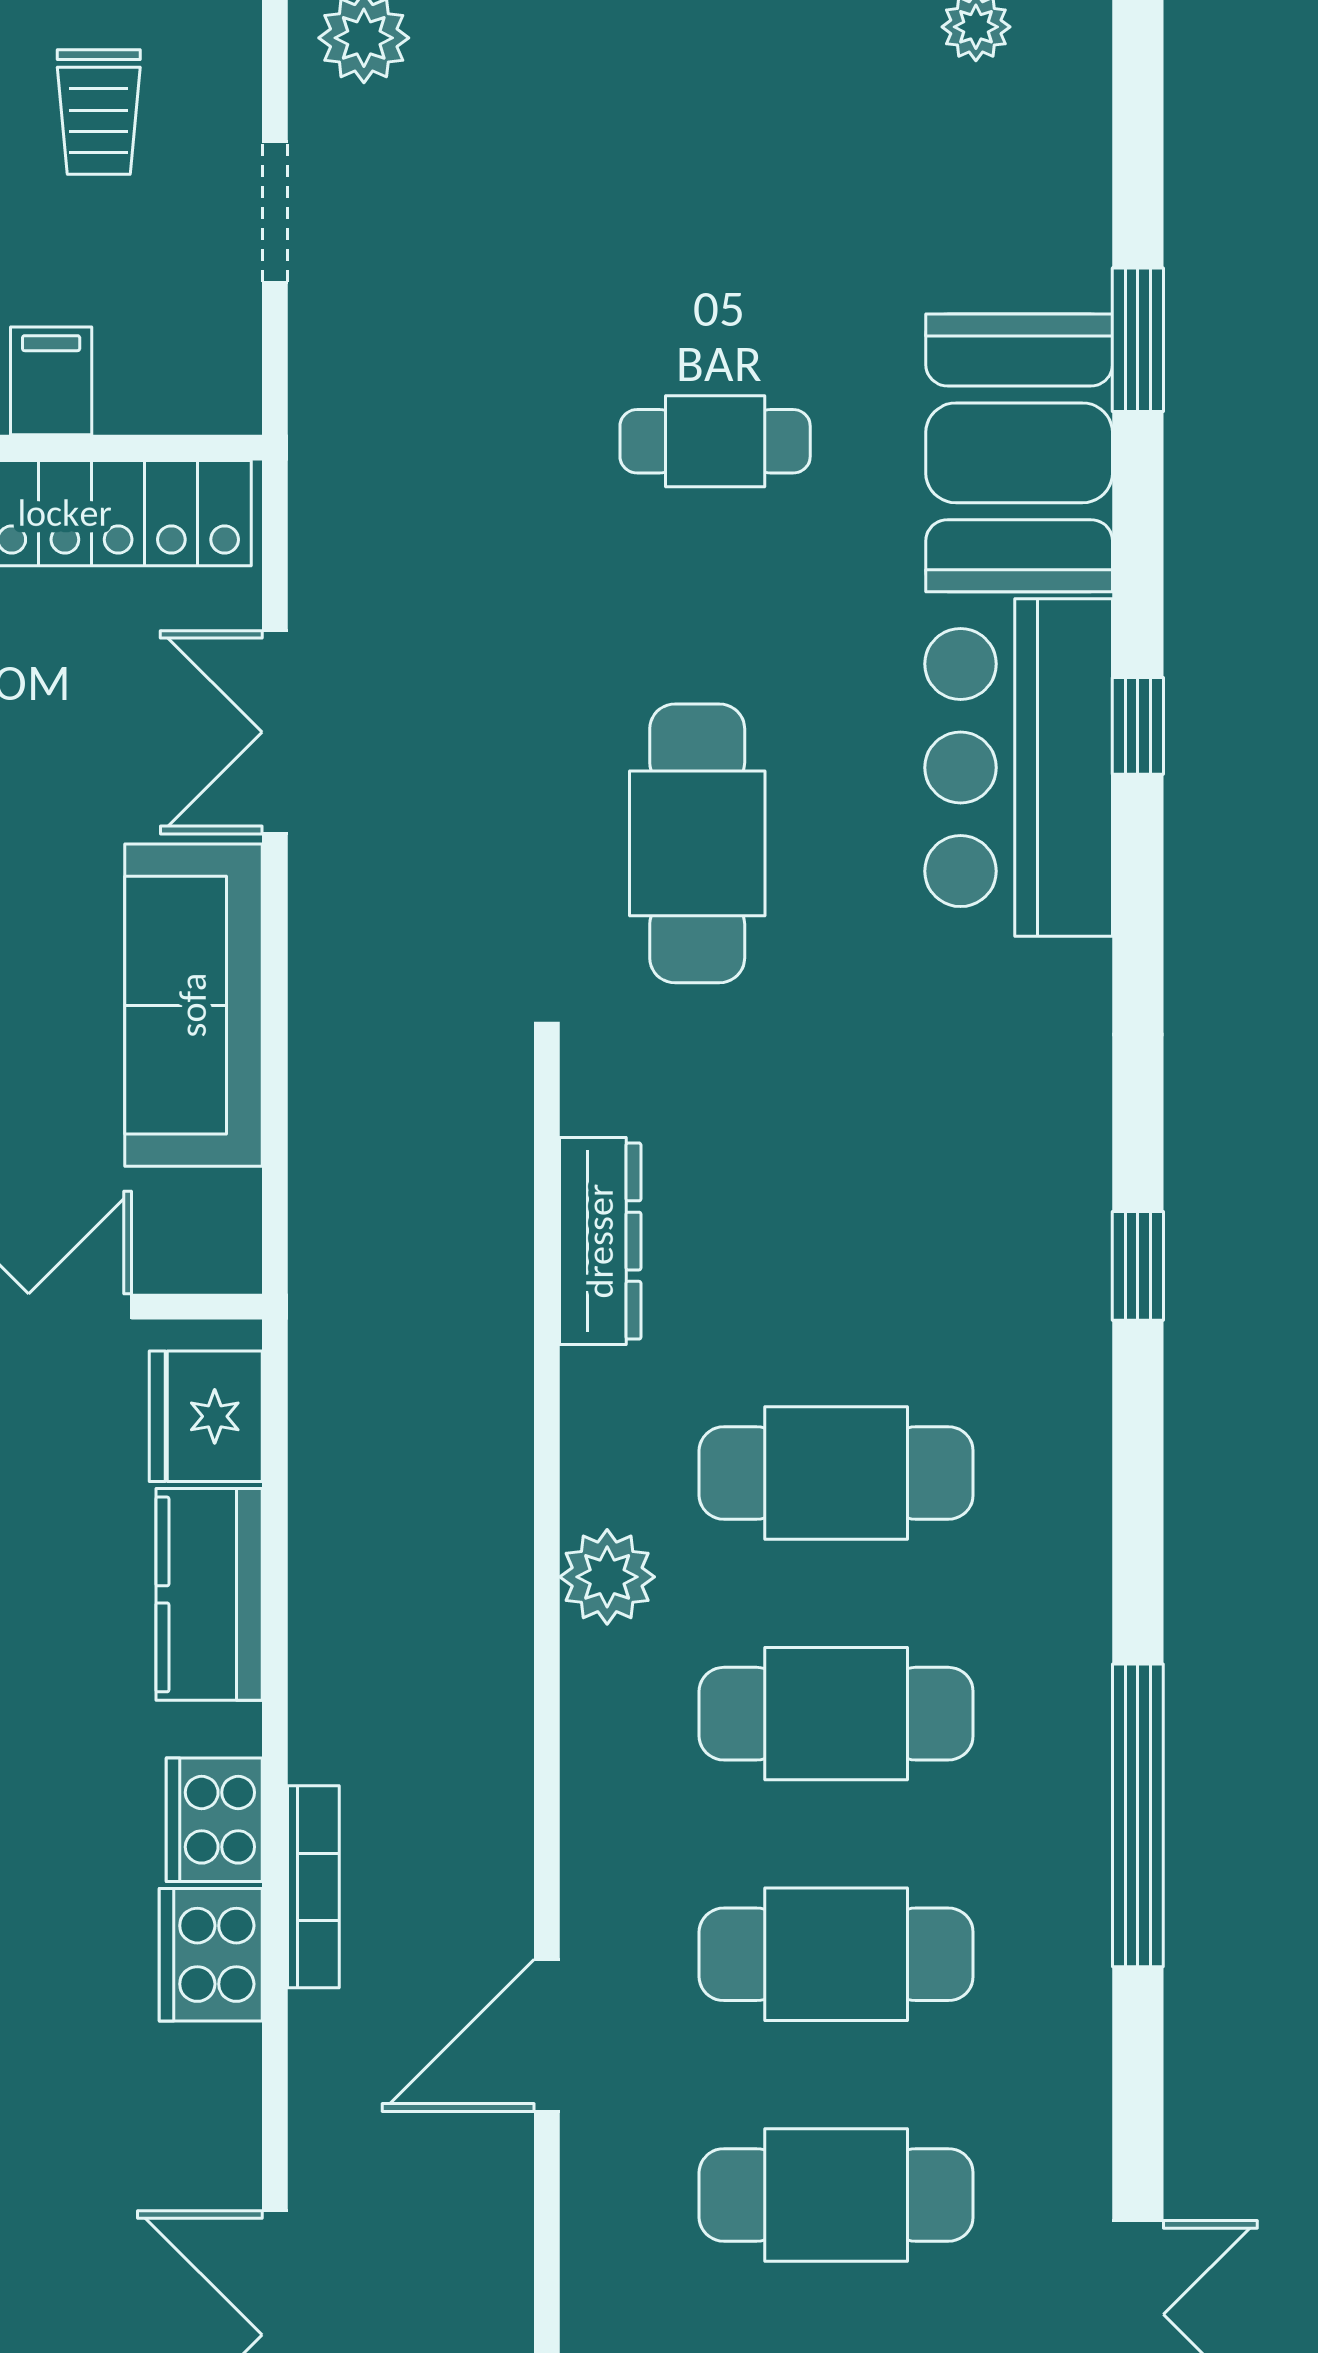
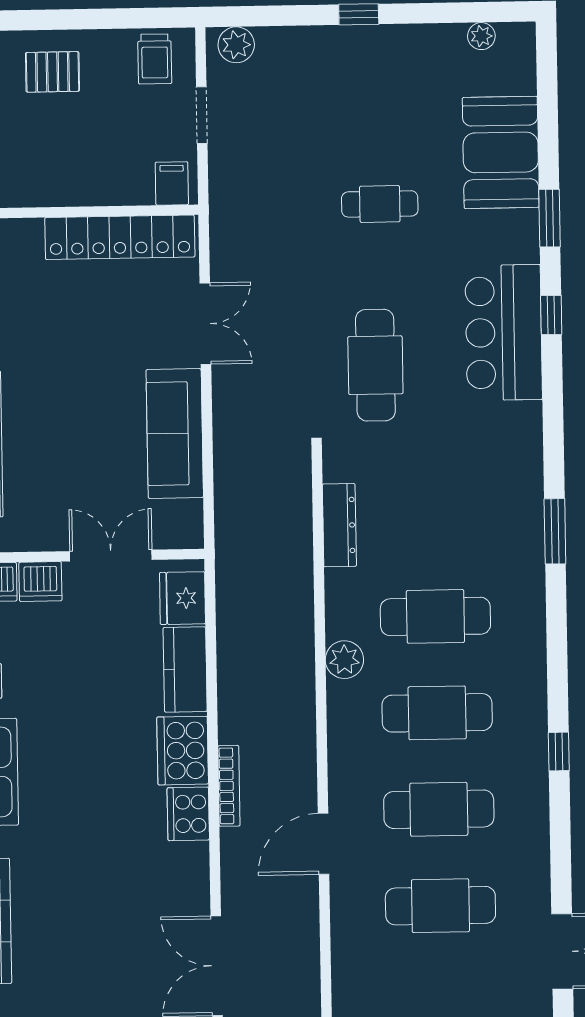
trolley: (99, 112) -> (155, 59), moved
window: (1138, 340) -> (549, 218), moved
filing cabinet: (51, 381) -> (172, 183), moved
booth: (1019, 453) -> (501, 152), moved
double door: (275, 732) -> (205, 324), swing flipped
window: (1138, 1266) -> (555, 531), width x1.50
window: (1138, 1815) -> (559, 751), width x0.32
cooker: (214, 1820) -> (183, 751), width x1.37, depth x1.31

